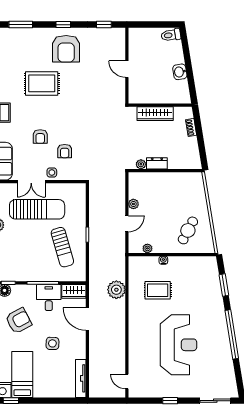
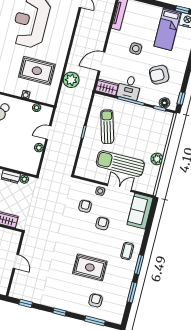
armchair: (66, 49) -> (96, 300), moved, width x0.53, depth x0.53
rug: (158, 290) -> (37, 71), width x1.36, depth x1.43
door: (87, 319) -> (101, 61), swing flipped

